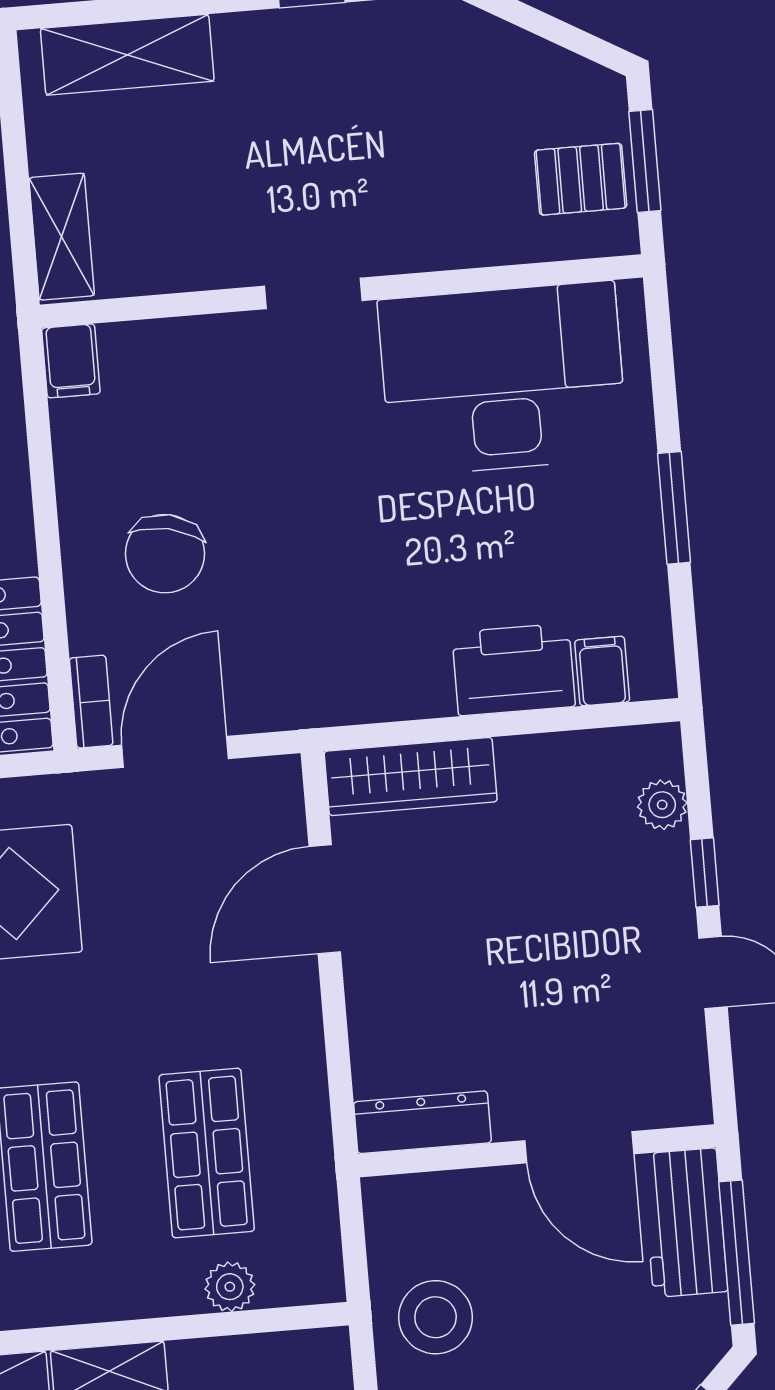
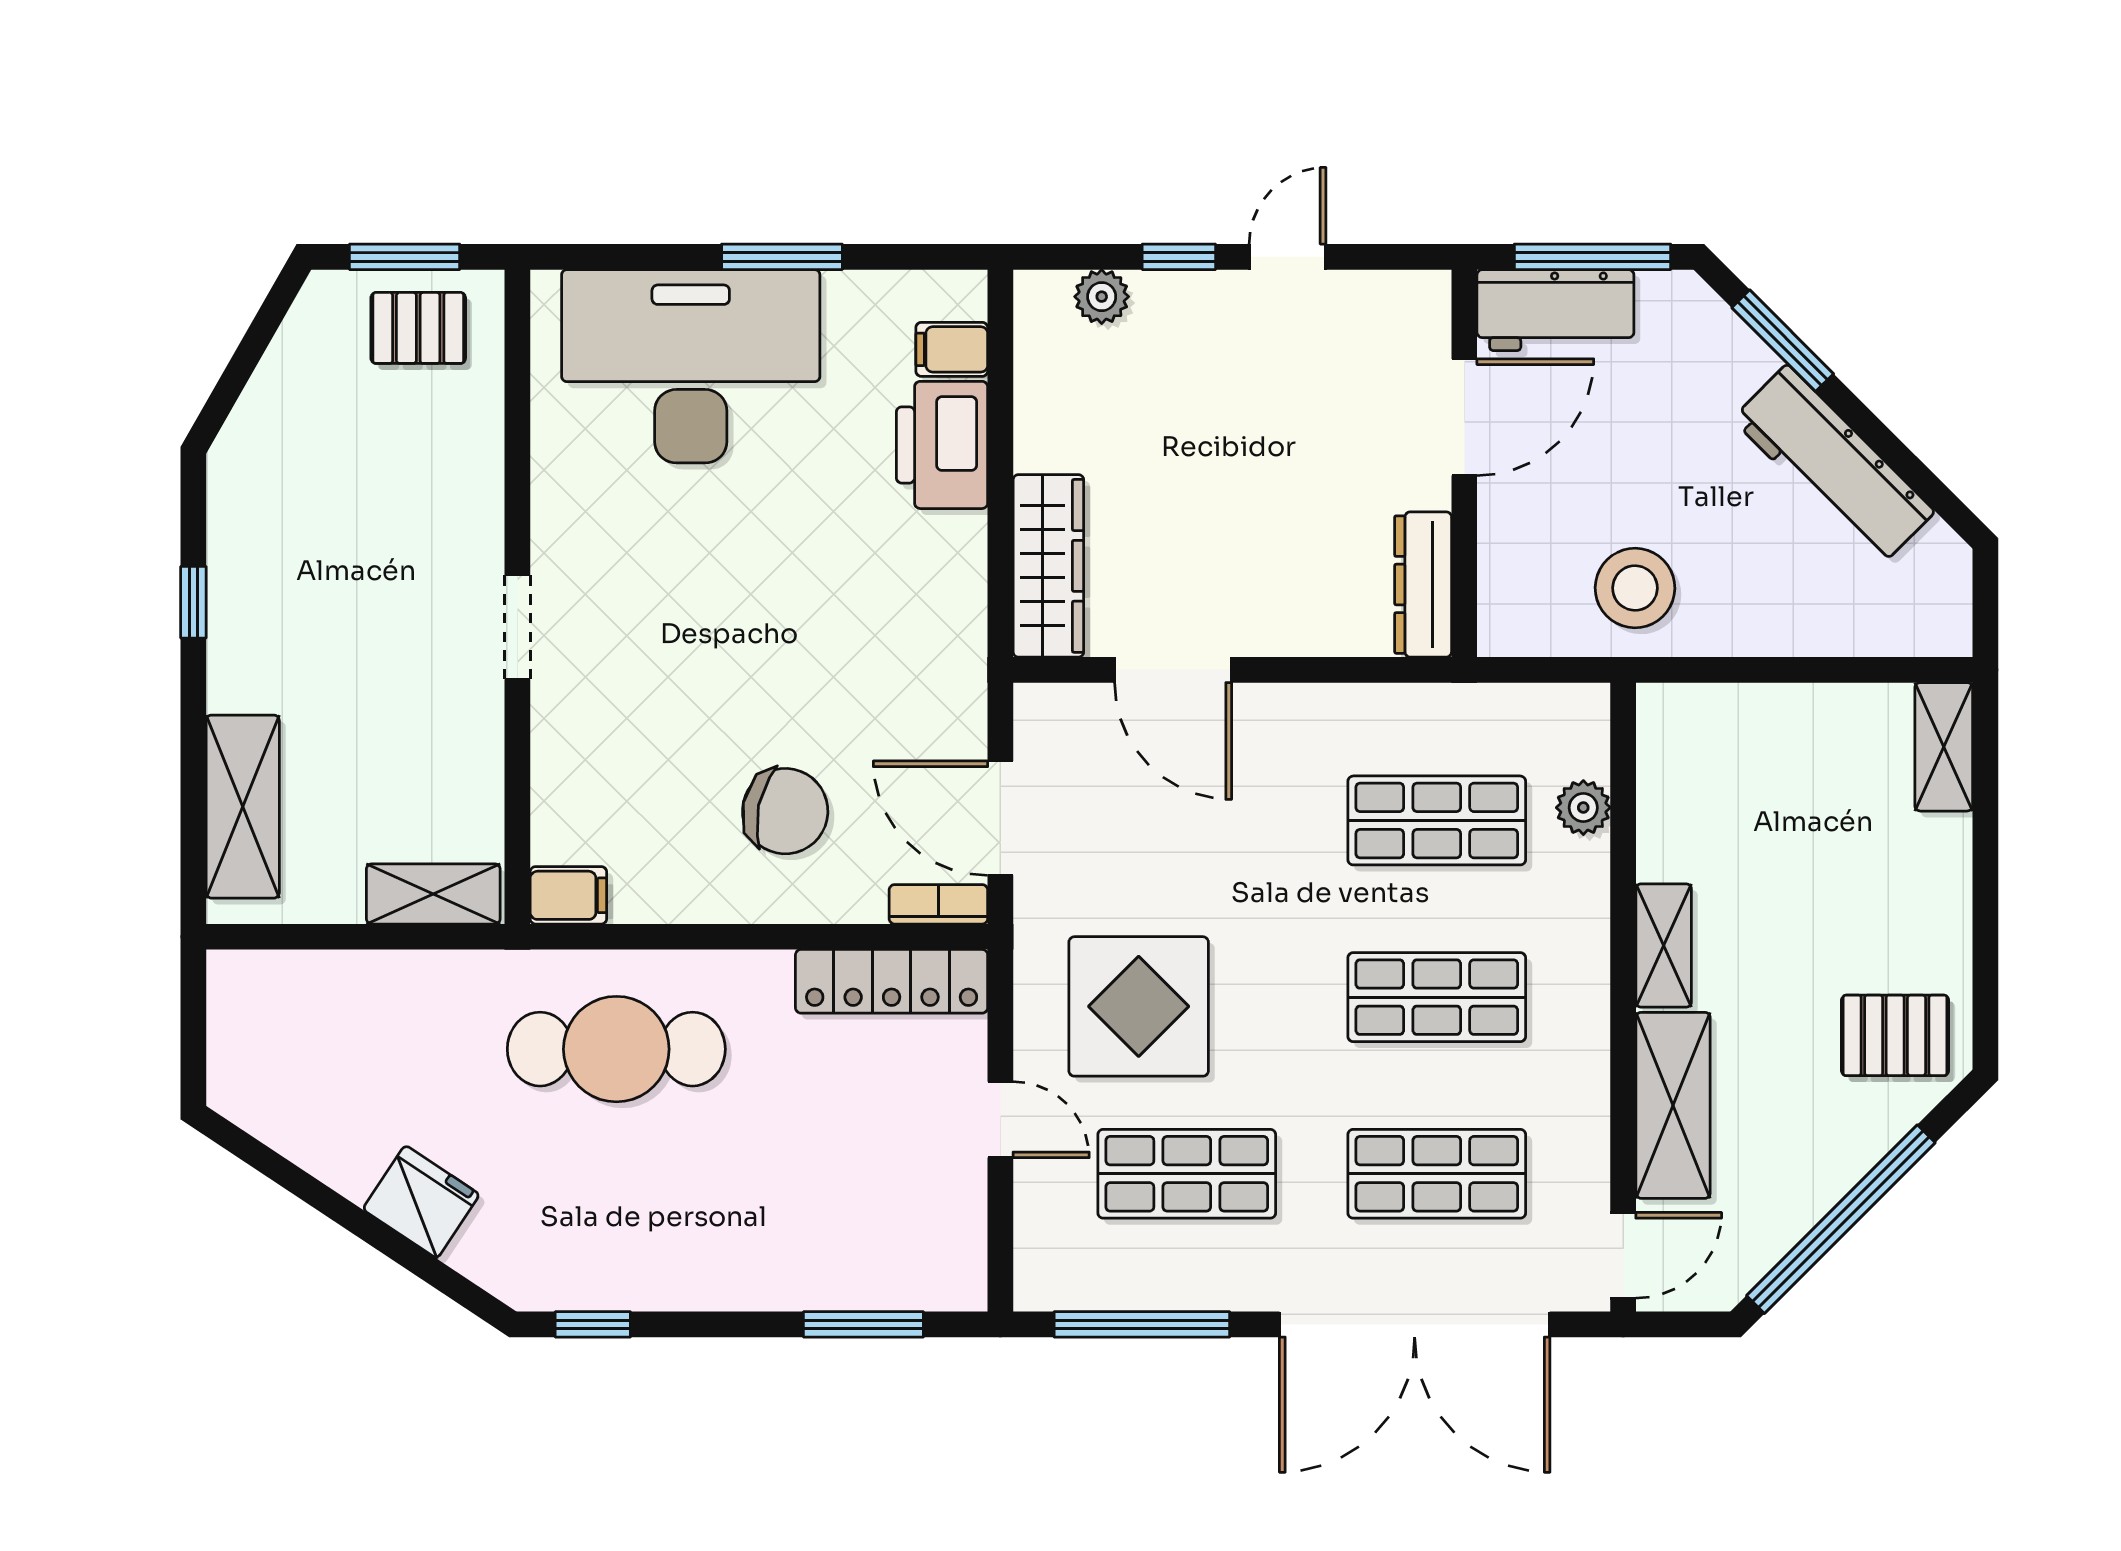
pallet: (581, 179) -> (418, 328), turned 90
desk: (503, 379) -> (691, 366), moved, turned 90

